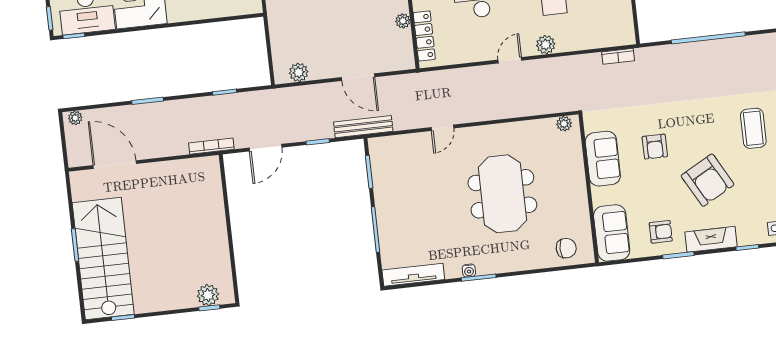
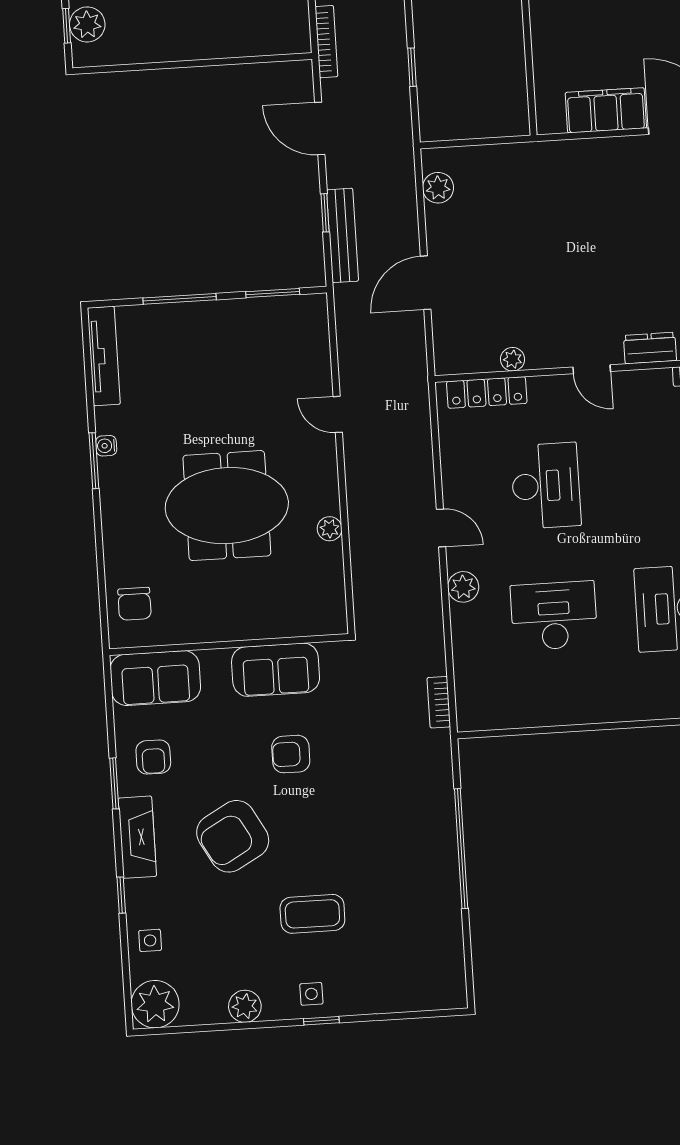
plant: (564, 124) -> (330, 529), moved
bench: (363, 127) -> (342, 235), moved

